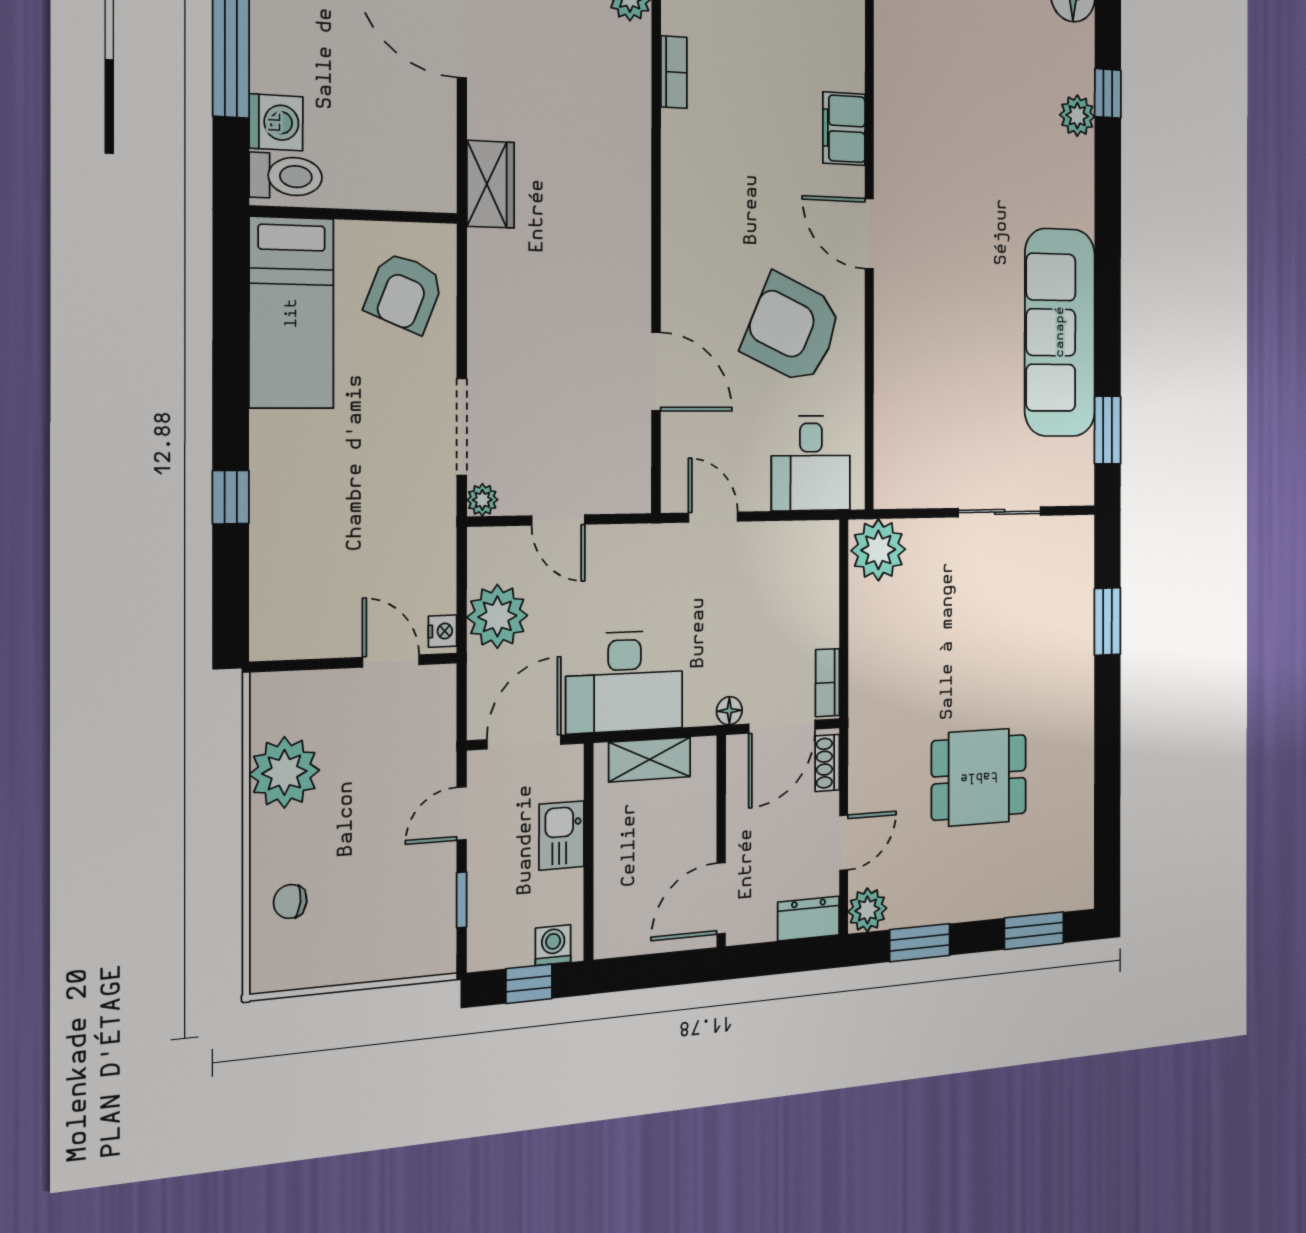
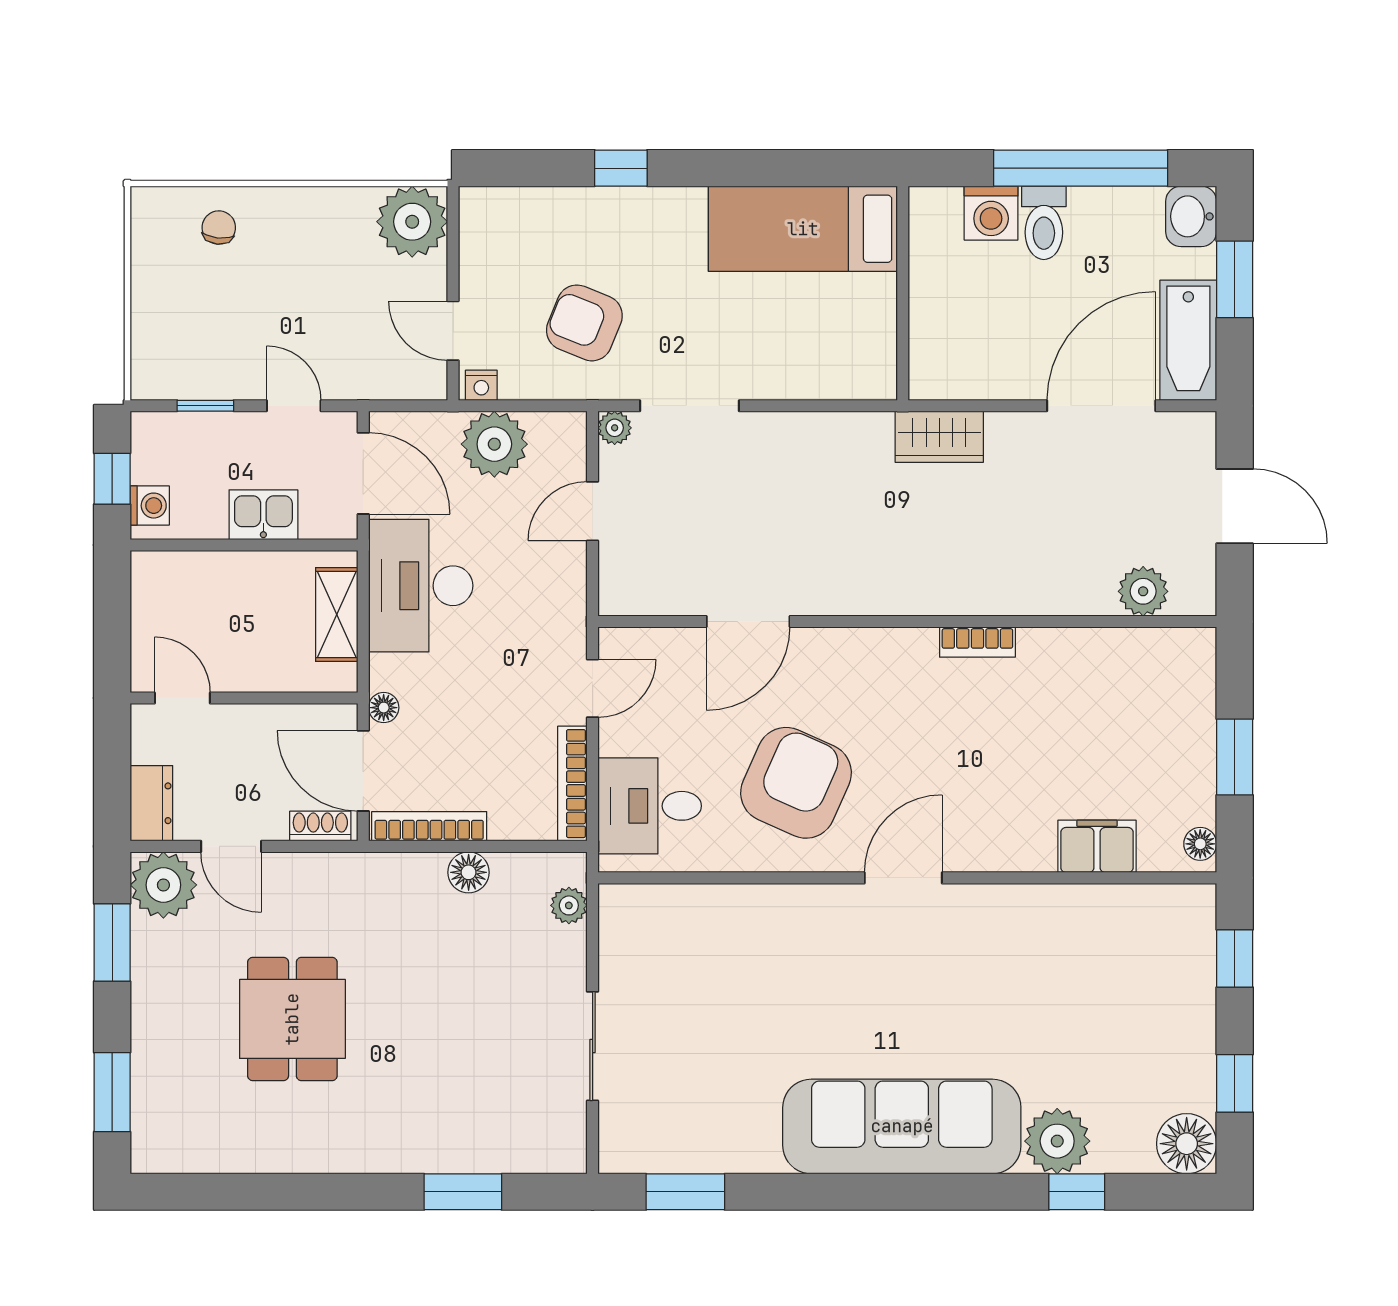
bookcase: (674, 72) -> (977, 642), moved
plant: (1077, 116) -> (1057, 1141), width x1.36, depth x1.36
filing cabinet: (844, 129) -> (1097, 846), moved
toilet: (286, 176) -> (1044, 223), moved
armchair: (404, 293) -> (584, 323), moved
sofa: (1060, 332) -> (902, 1126), moved
bookcase: (793, 534) -> (572, 784), added
plant: (878, 550) -> (569, 905), width x0.53, depth x0.53
floor lamp: (865, 626) -> (469, 872), added
door: (391, 661) -> (453, 331), swing flipped
bookcase: (827, 683) -> (429, 826), width x1.56
plant: (284, 772) -> (412, 222), moved
door: (721, 898) -> (182, 698), width x0.73
plant: (867, 910) -> (163, 885), width x1.36, depth x1.36

